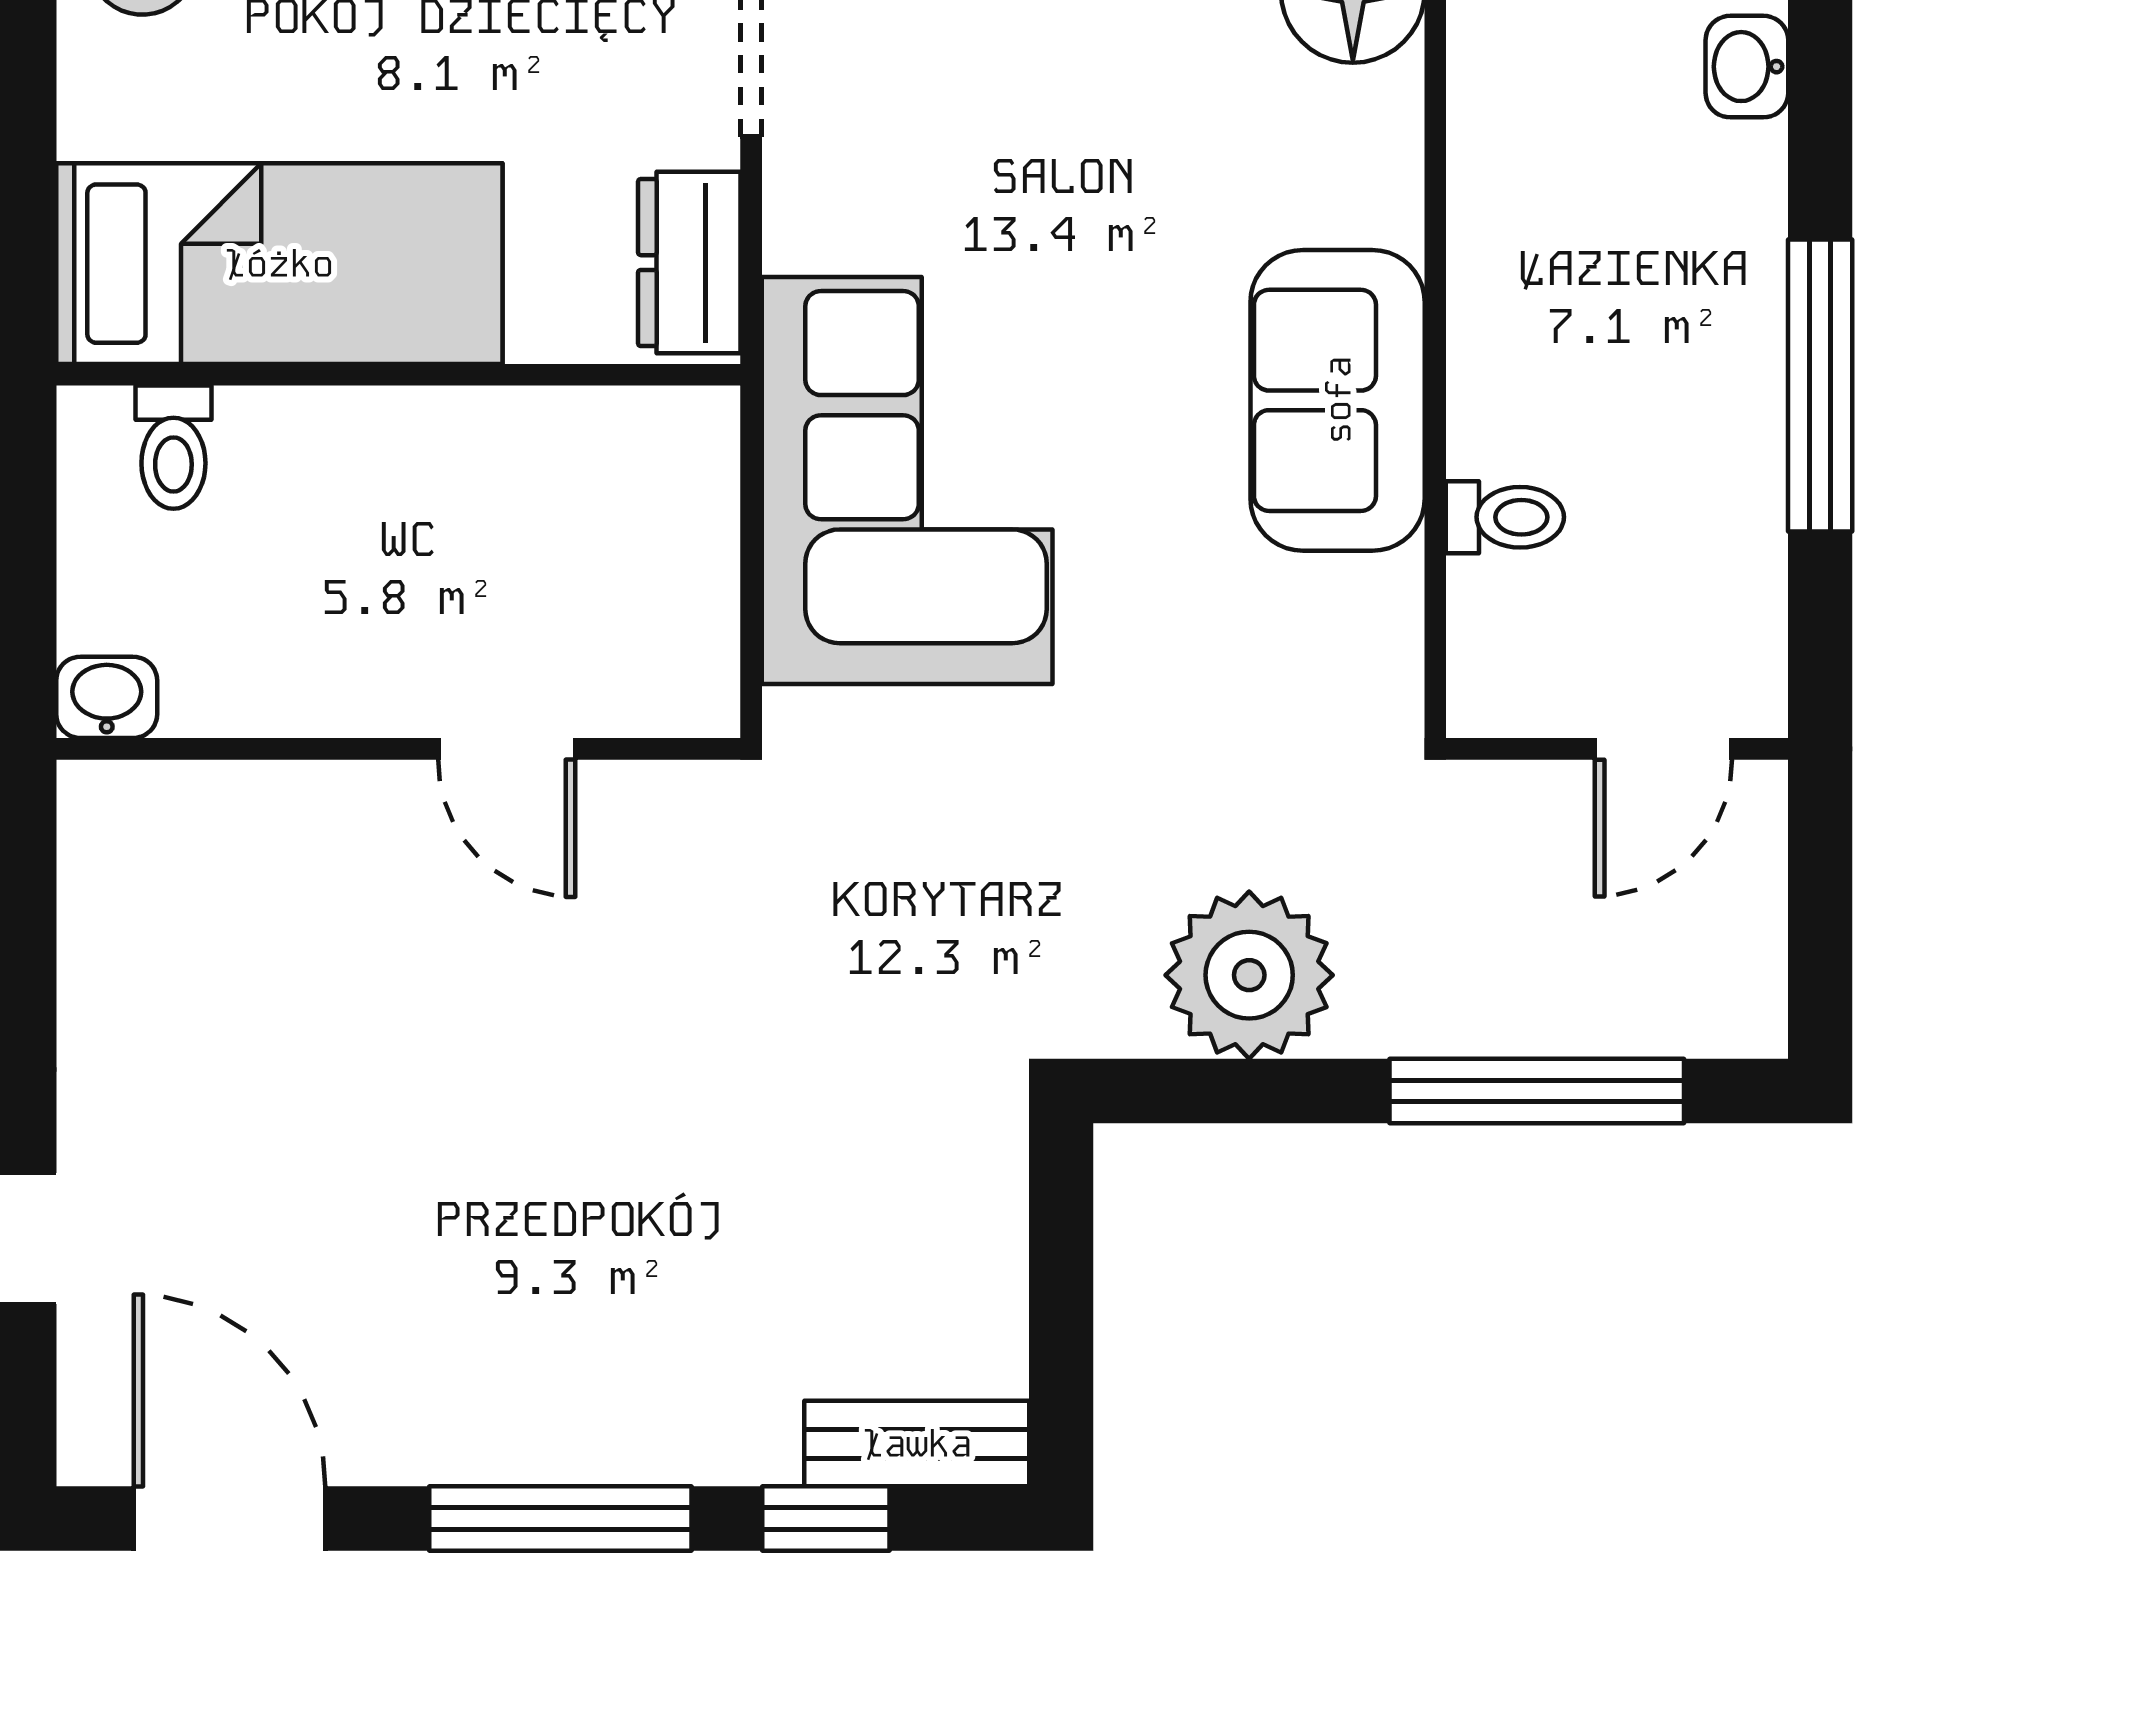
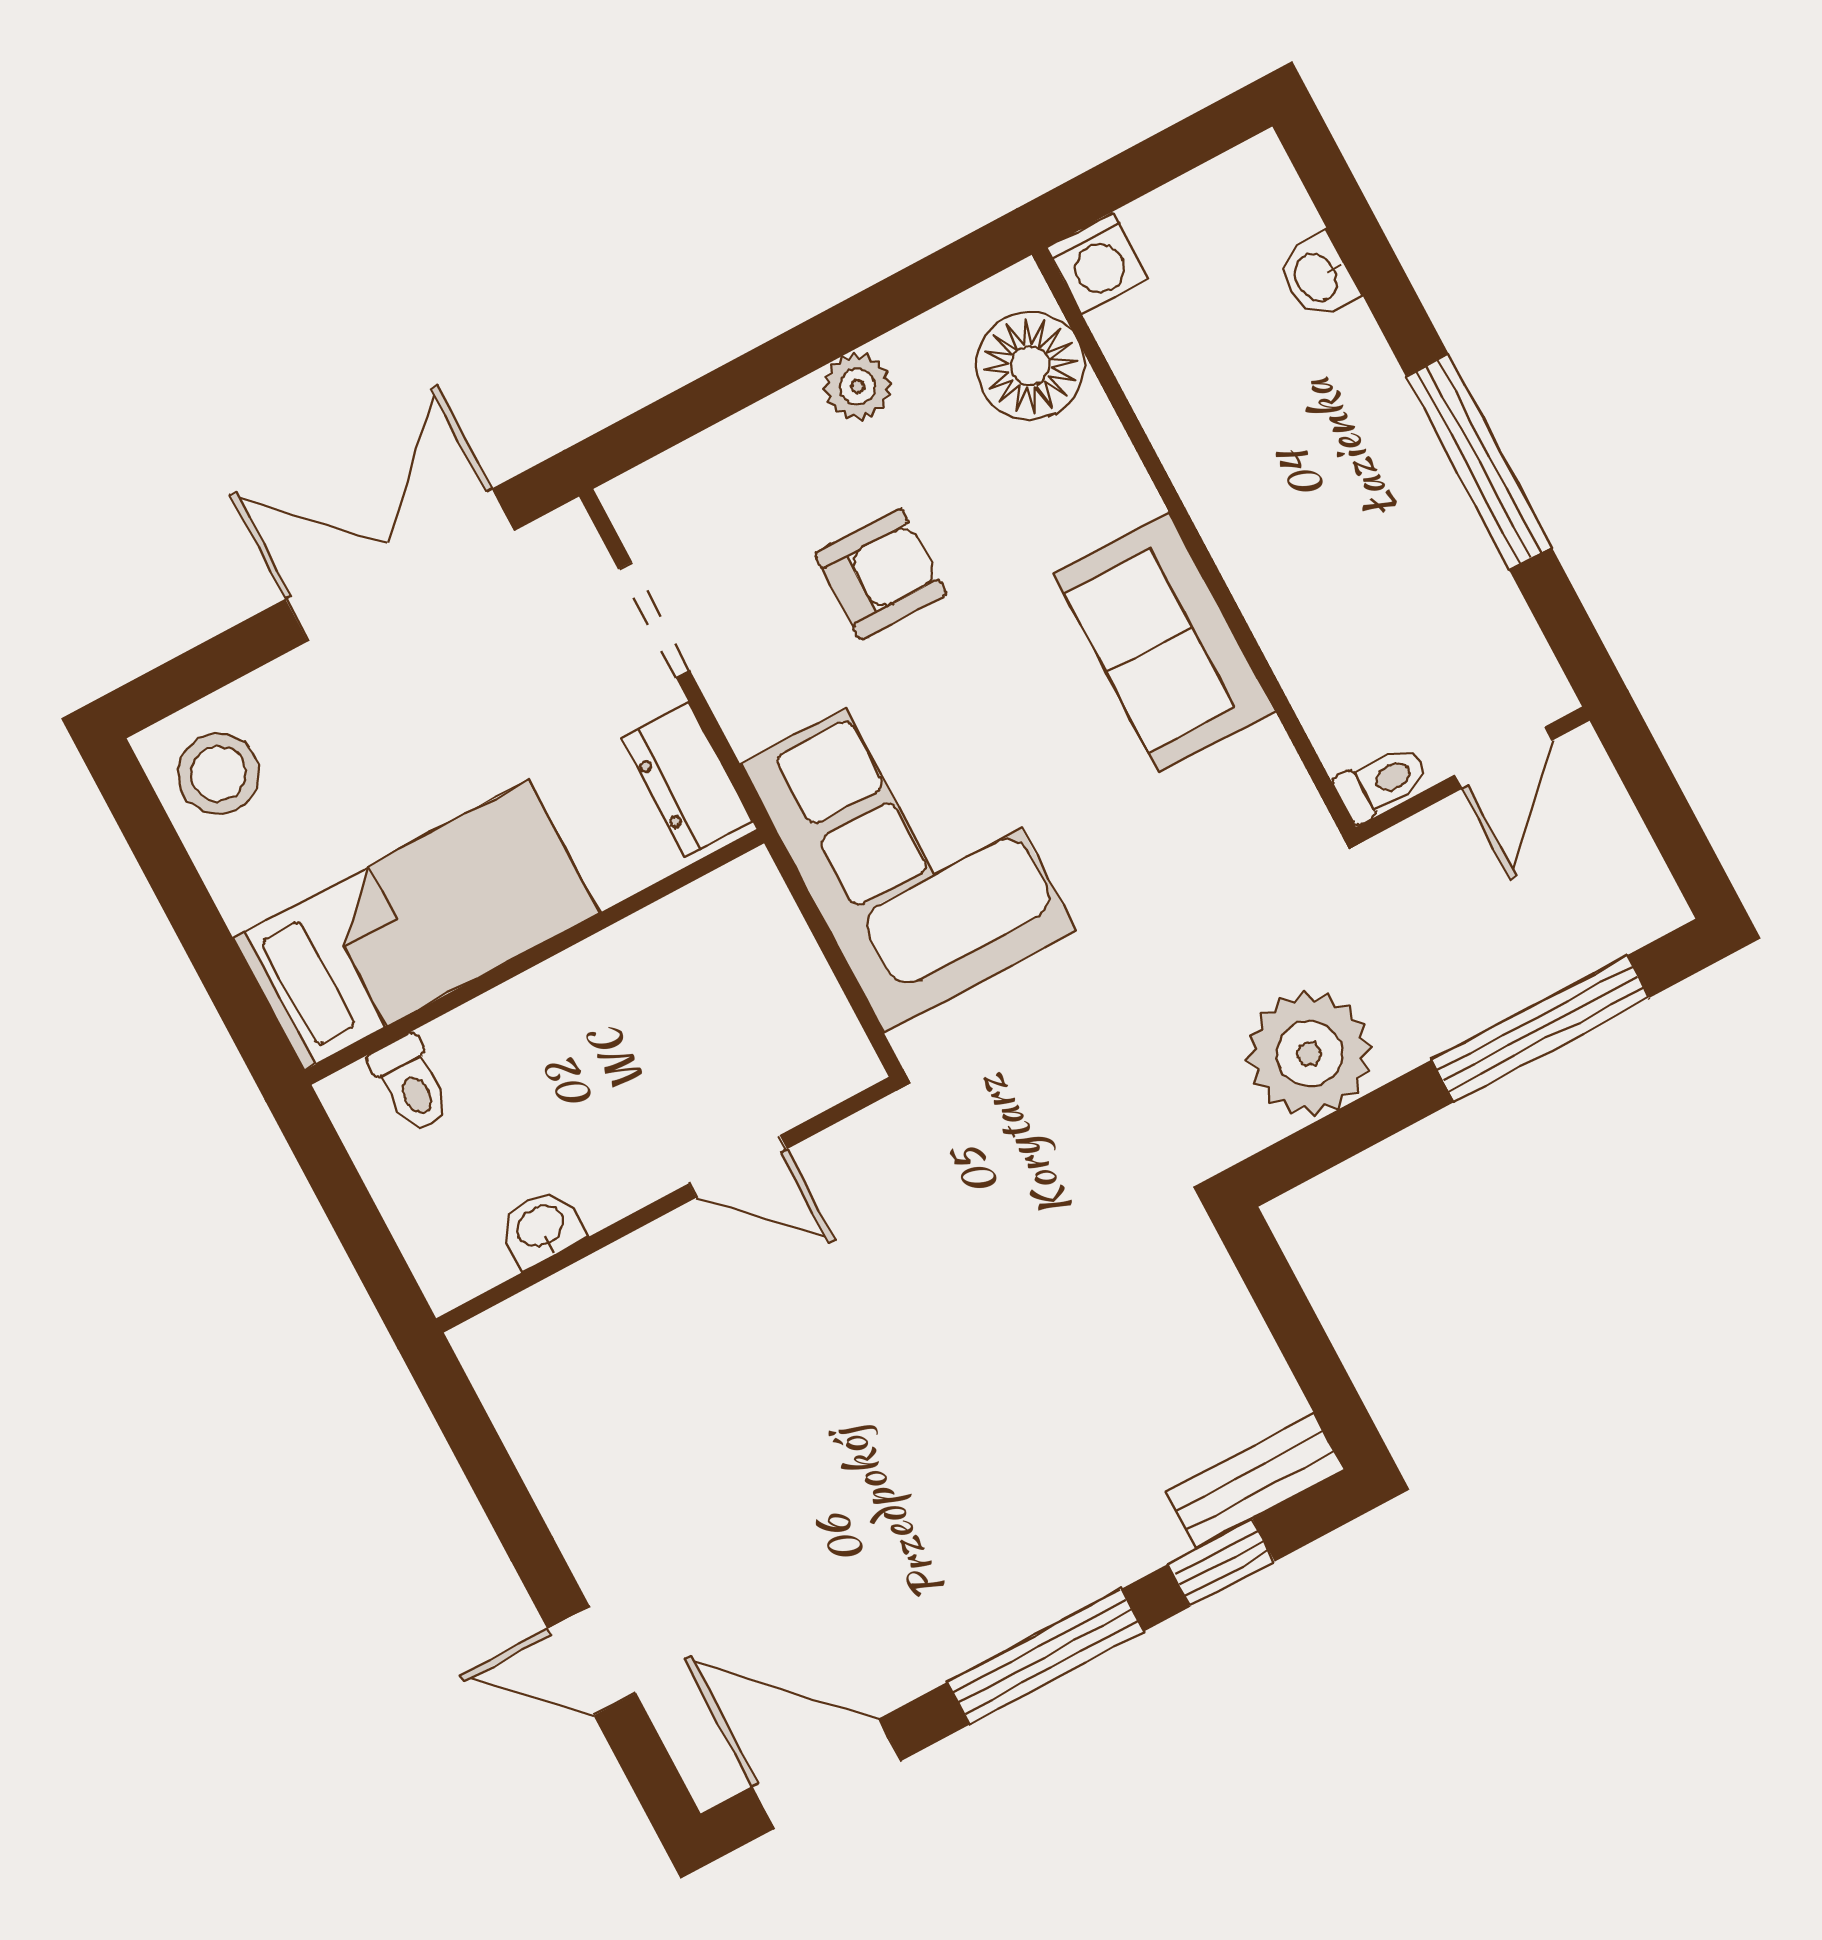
armchair: (1047, 142) -> (881, 574), added
toilet: (1505, 517) -> (1382, 783), moved
washbasin: (107, 697) -> (541, 1228), moved

